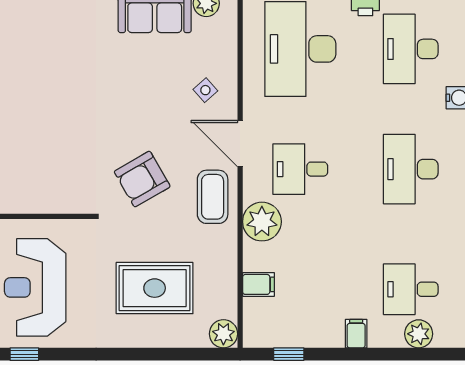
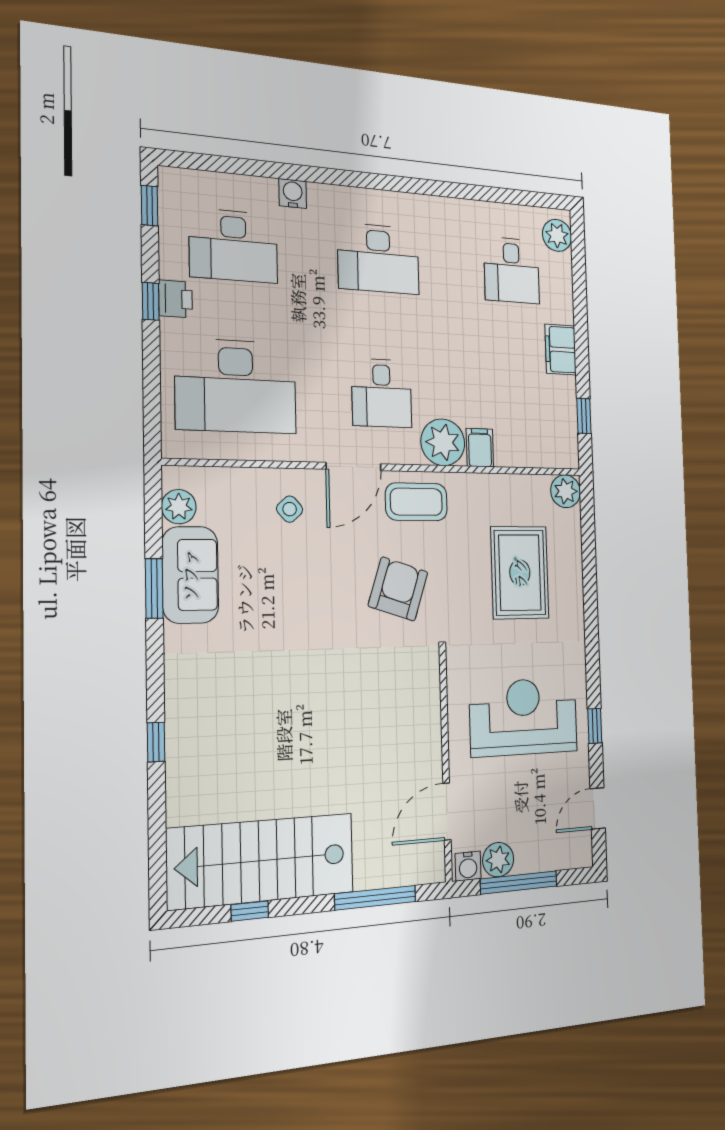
armchair: (142, 179) -> (398, 589), turned -132
filing cabinet: (258, 284) -> (480, 448), moved
reception desk: (35, 287) -> (524, 717), turned 180
filing cabinet: (356, 334) -> (561, 350), width x2.00
plant: (419, 334) -> (557, 235), moved

